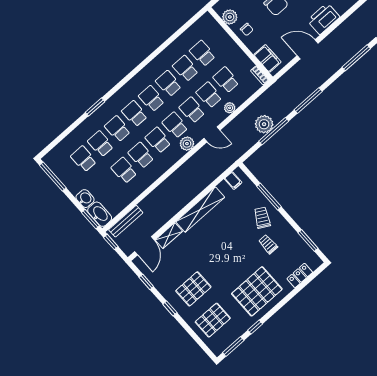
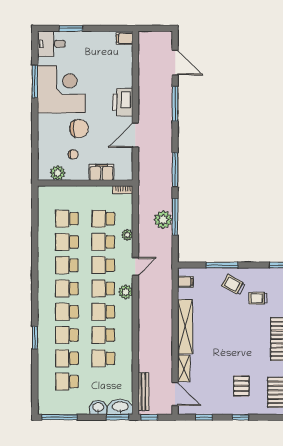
chair: (247, 29) -> (73, 154), moved
filing cabinet: (267, 58) -> (101, 172), moved
pallet: (193, 289) -> (241, 386), width x0.67, depth x0.71

